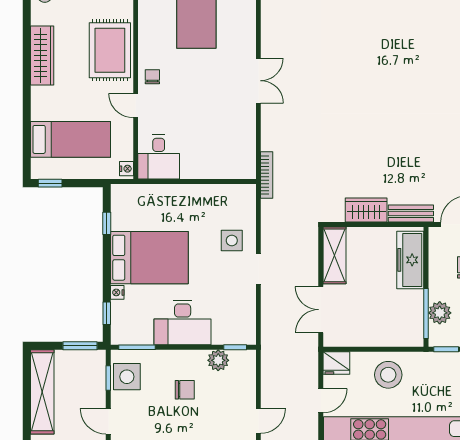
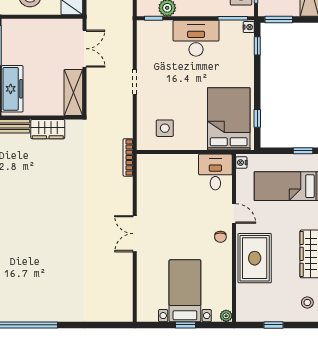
side table: (232, 241) -> (165, 128), moved
bed: (149, 258) -> (229, 119), moved, turned 90
nightstand: (117, 292) -> (249, 27), moved

